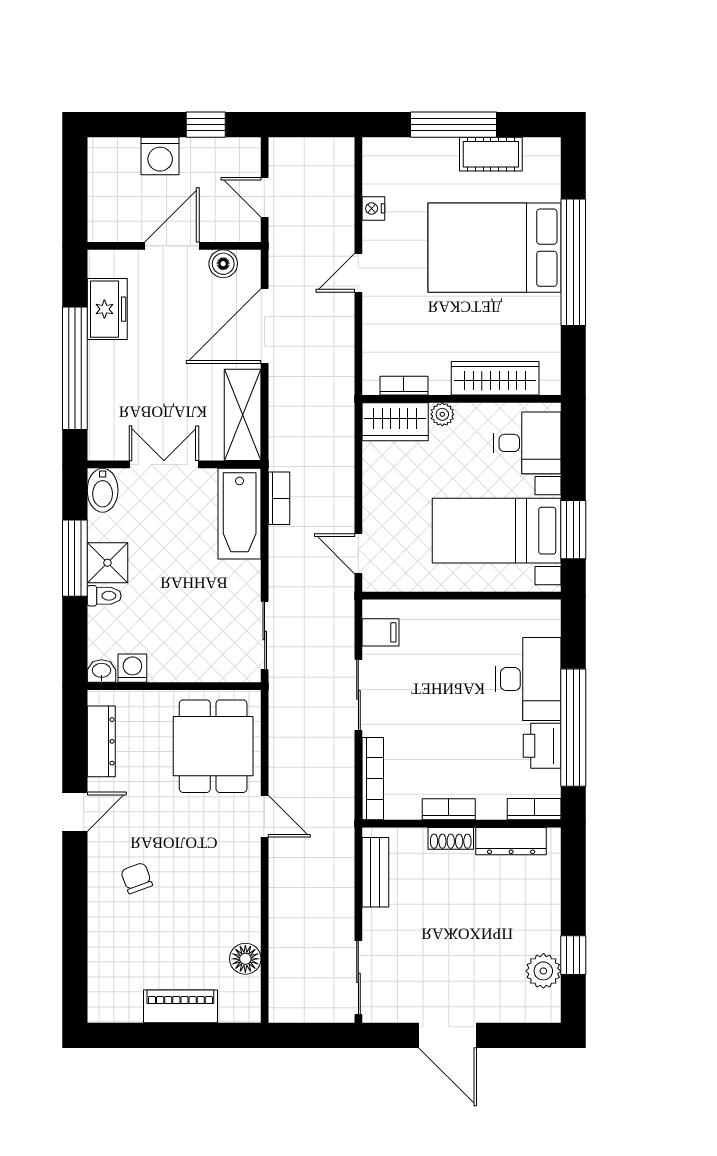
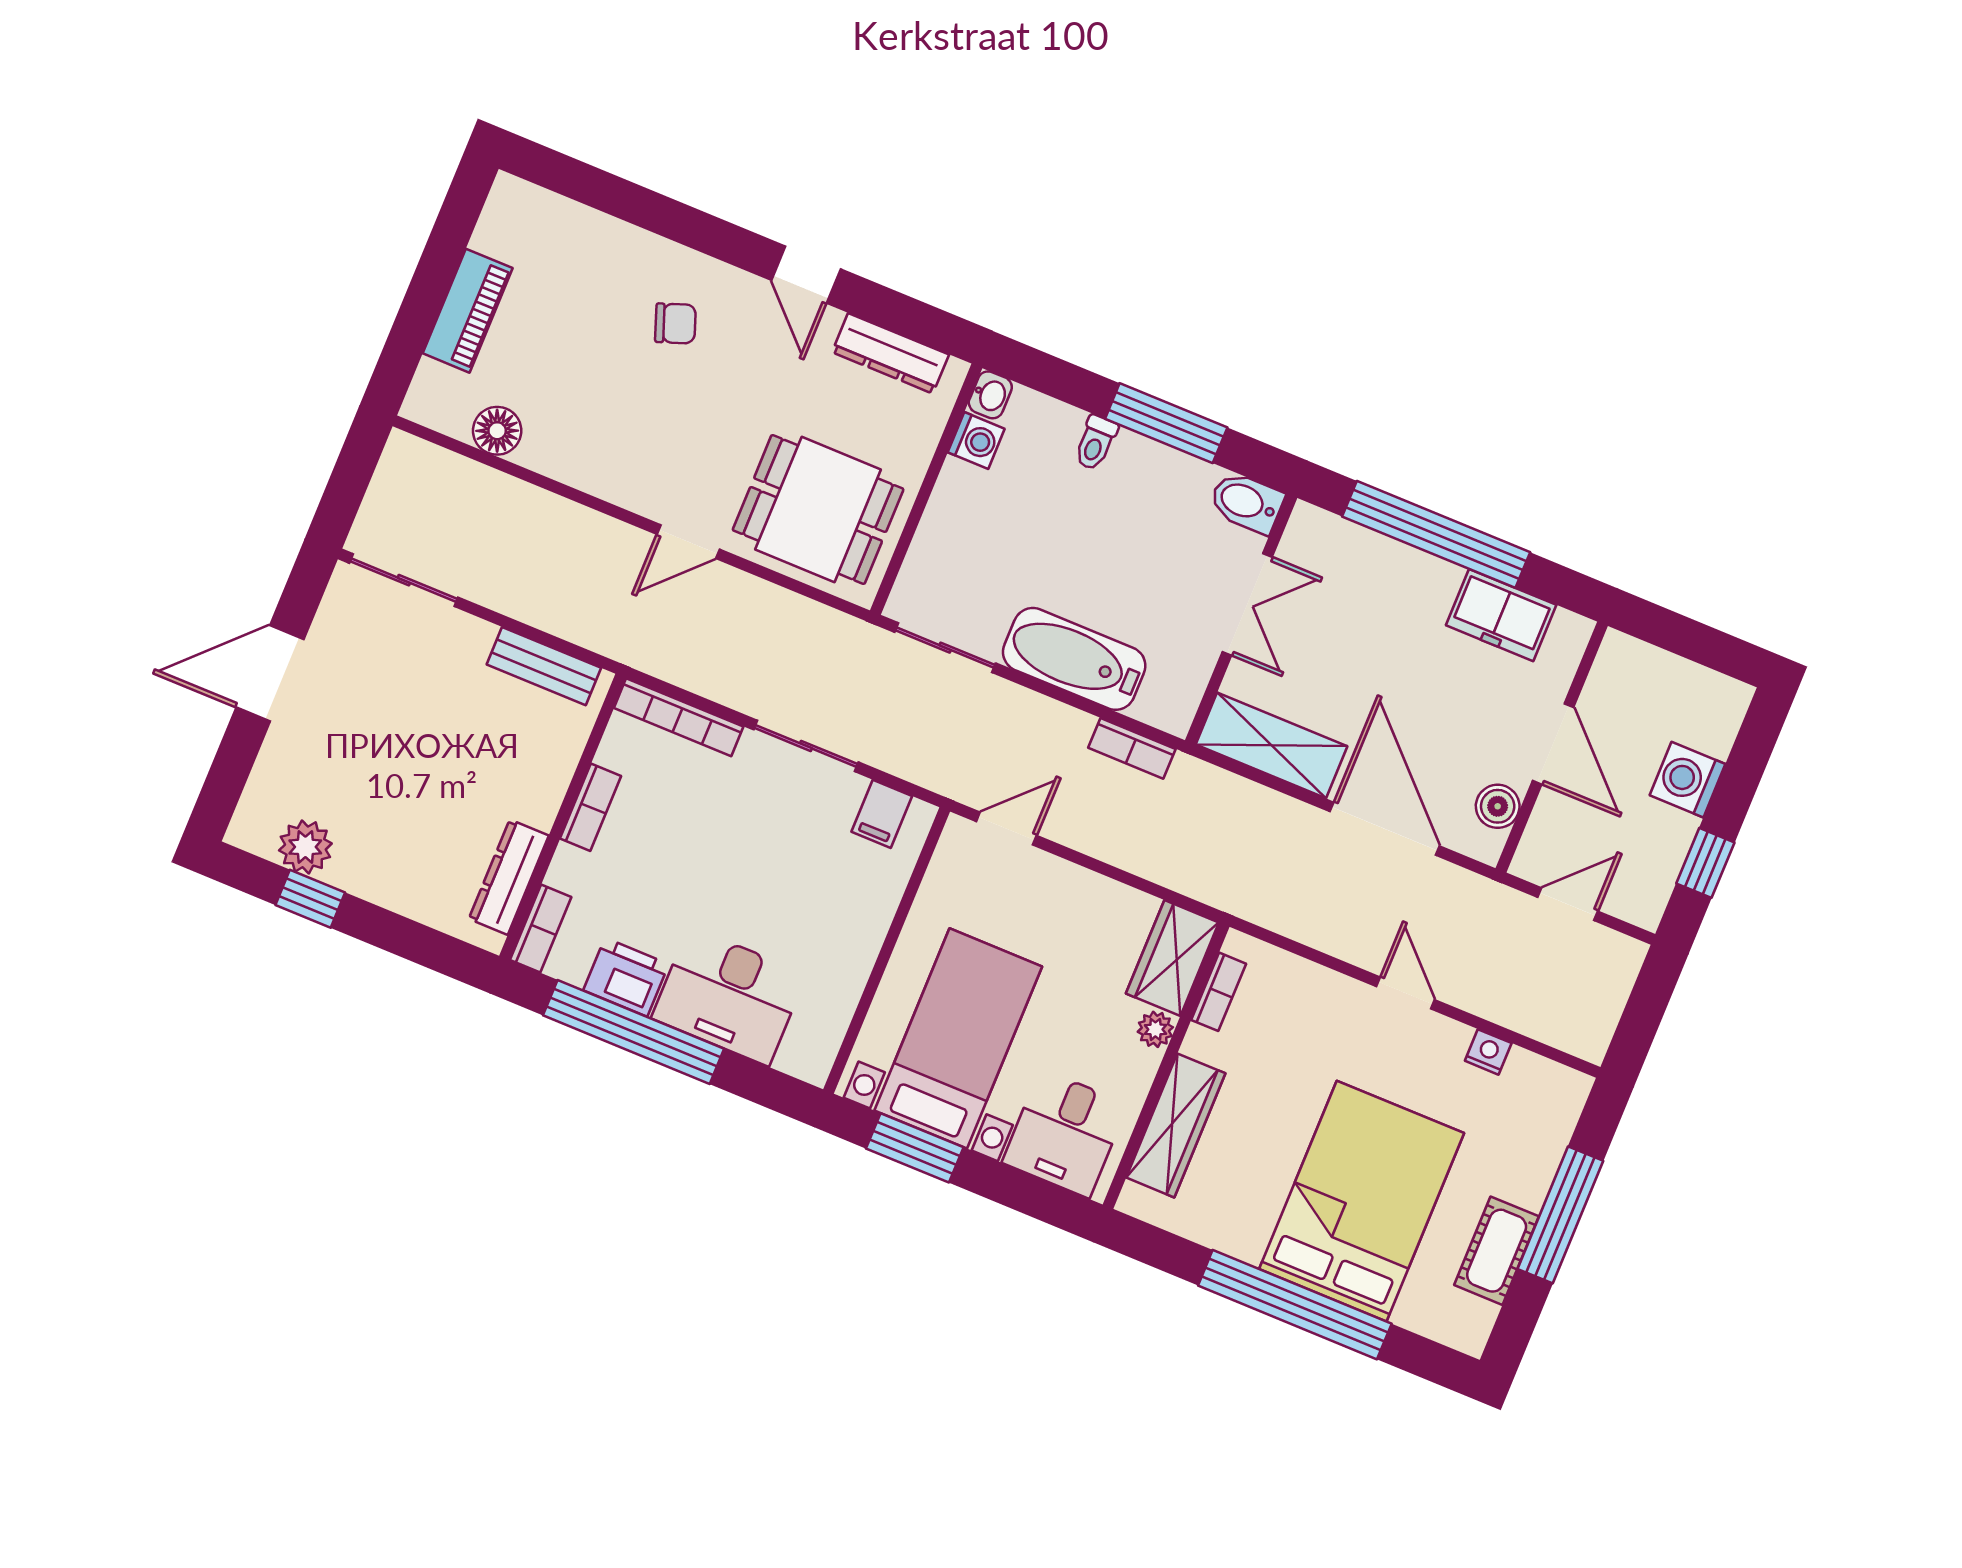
bathtub: (240, 514) -> (1074, 659), moved
shower: (107, 563) -> (1141, 467), removed
shoe rack: (451, 838) -> (548, 793), removed

